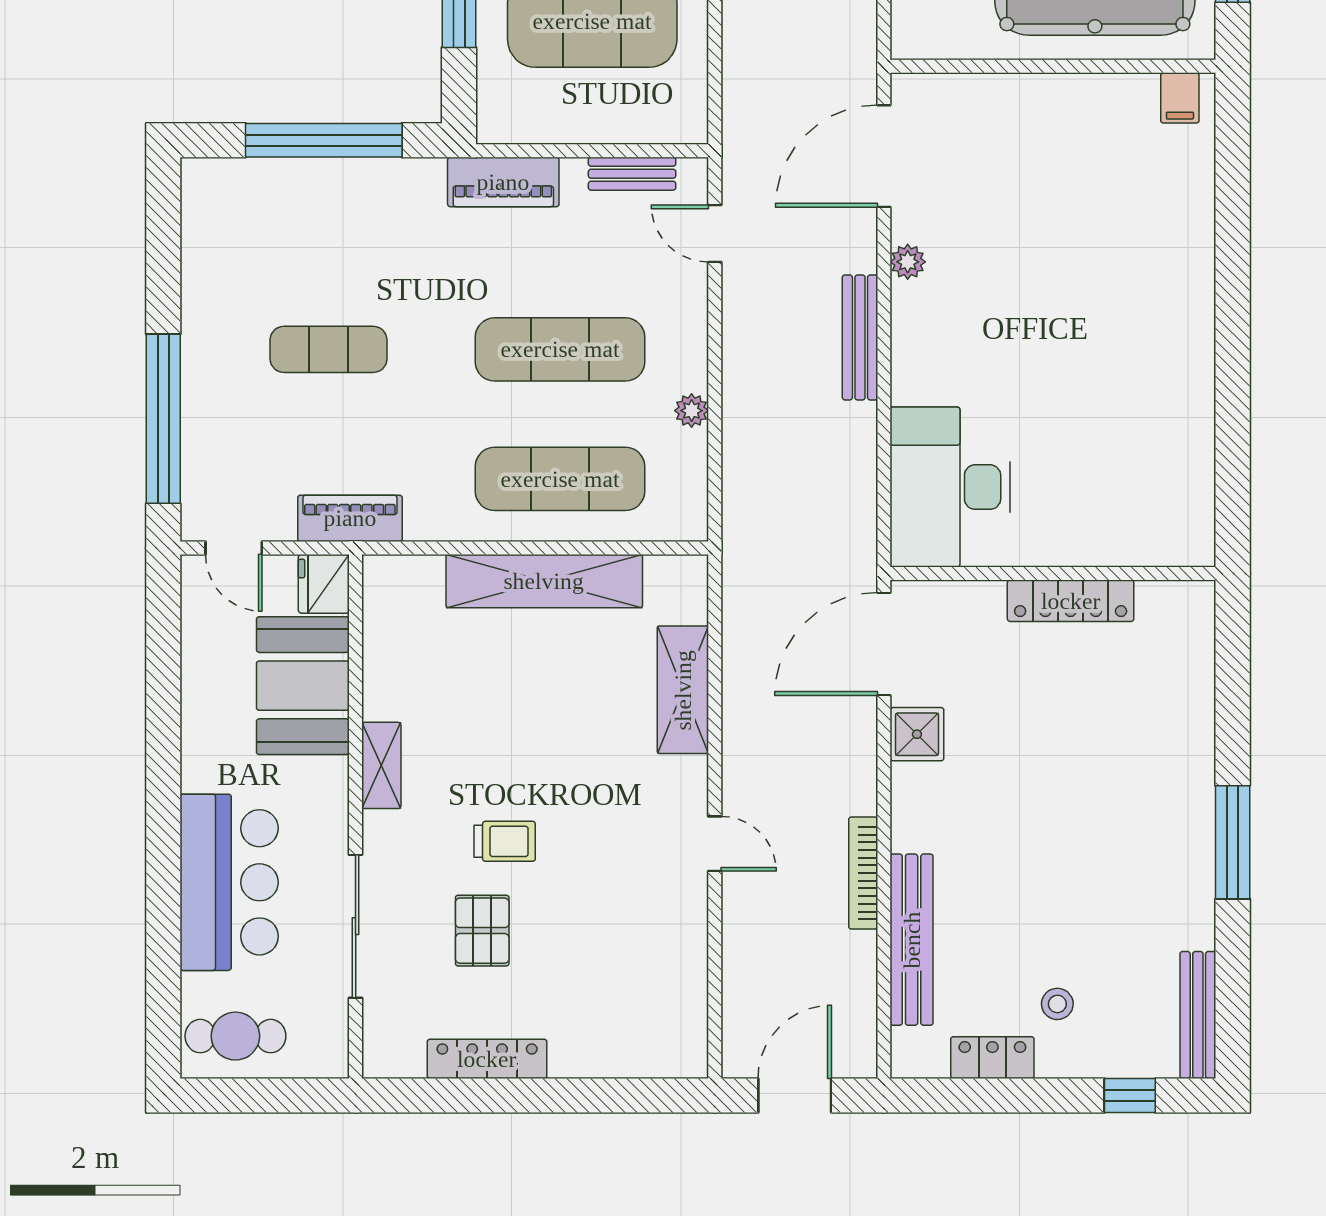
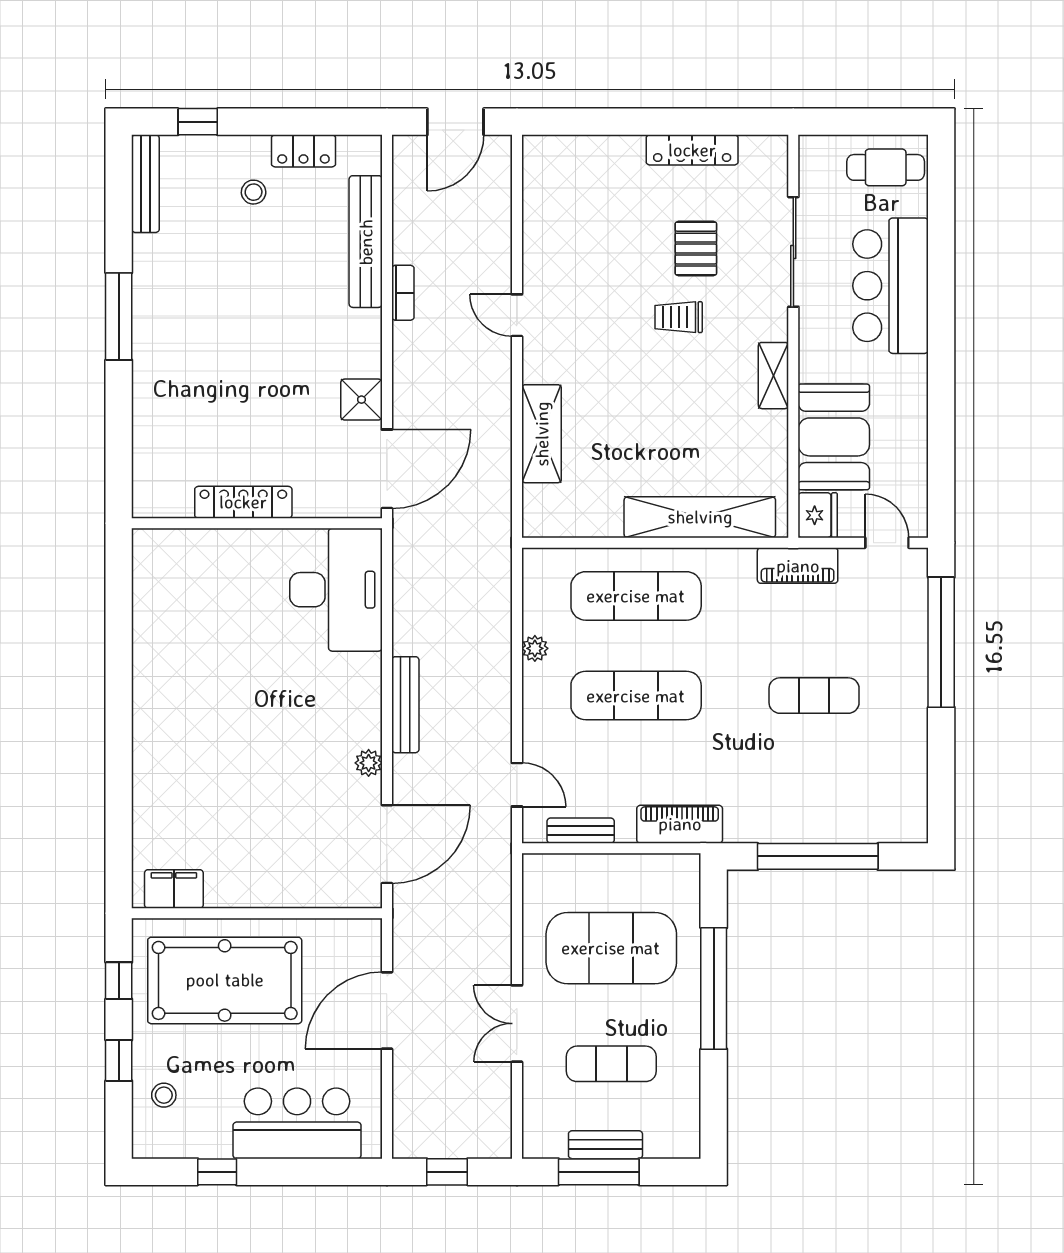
filing cabinet: (1180, 98) -> (174, 889), width x2.00
shelving: (544, 581) -> (700, 517), moved
bookcase: (863, 873) -> (403, 293), width x0.64

